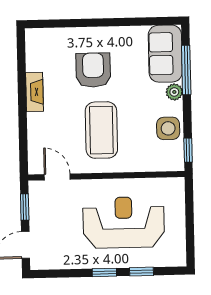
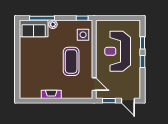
armchair: (93, 70) -> (41, 65), removed
side table: (168, 128) -> (83, 35), moved
coffee table: (101, 130) -> (71, 61), turned 90
door: (57, 177) -> (94, 84), swing flipped

